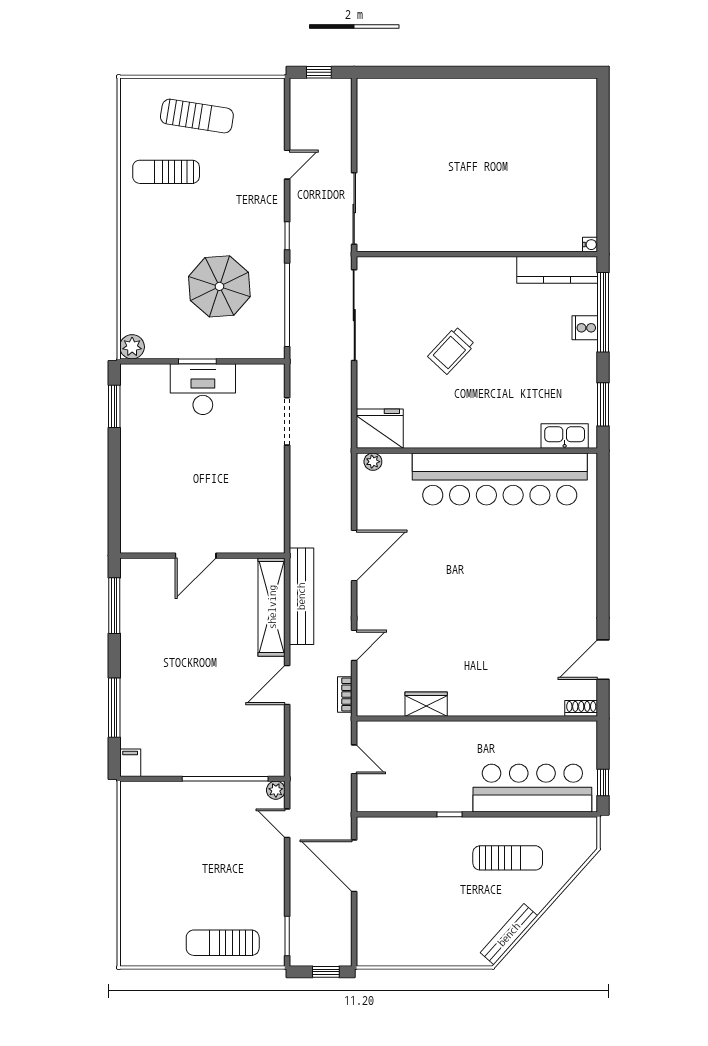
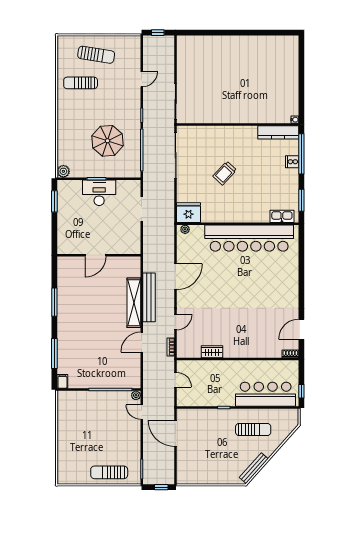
door: (196, 556) -> (96, 255), moved
wall: (202, 556) -> (99, 255), moved

